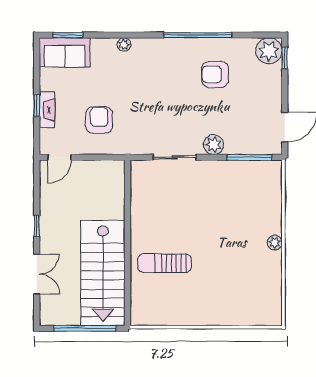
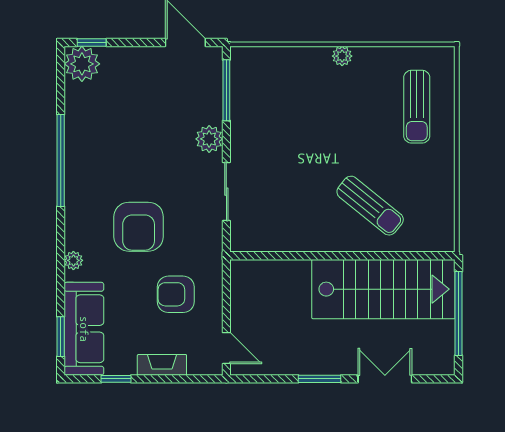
sofa: (65, 52) -> (84, 329), width x1.36
armchair: (215, 74) -> (139, 227), moved, width x1.36, depth x1.36
window: (37, 106) -> (116, 379), moved
window: (37, 226) -> (320, 379), width x1.50
sun lounger: (164, 263) -> (370, 206), turned -51
sun lounger: (237, 298) -> (417, 107), added

